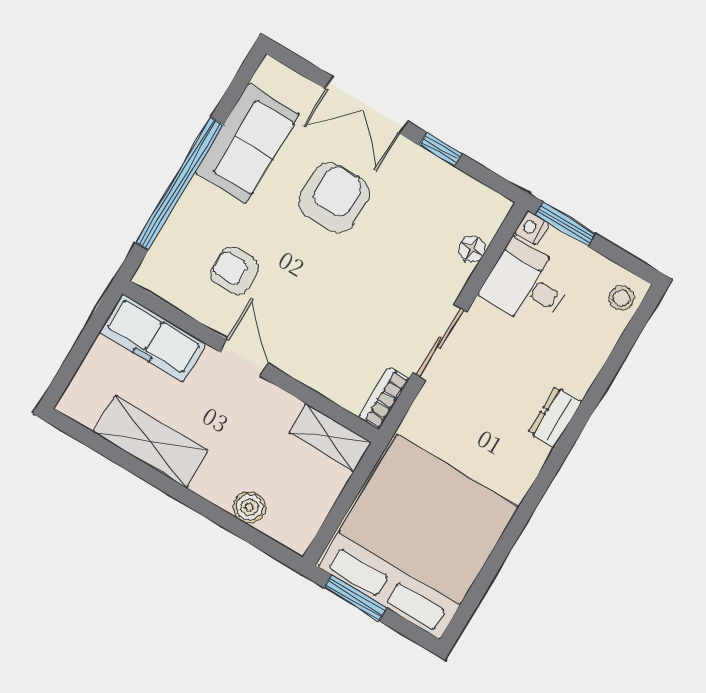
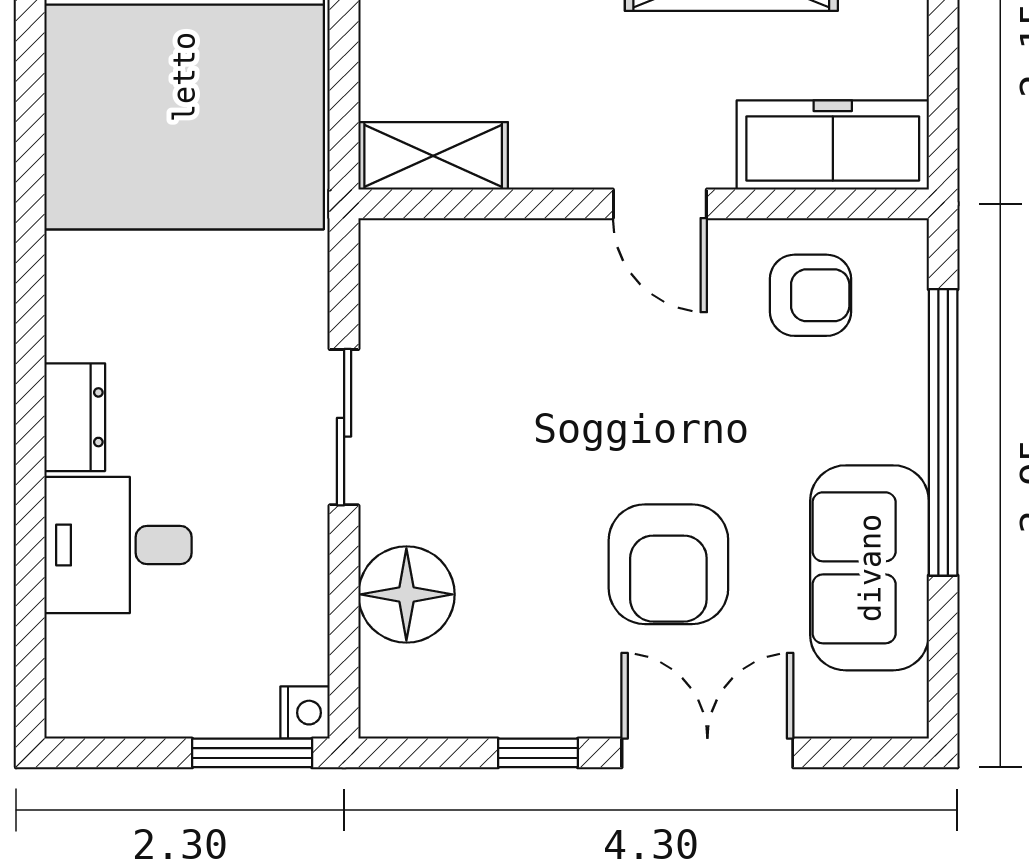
floor lamp: (472, 249) -> (406, 594), width x1.89, depth x1.89
armchair: (234, 271) -> (810, 295), moved
desk: (527, 284) -> (118, 545), moved, turned 180
stool: (621, 298) -> (83, 685), removed
bookcase: (384, 398) -> (382, 276), removed

